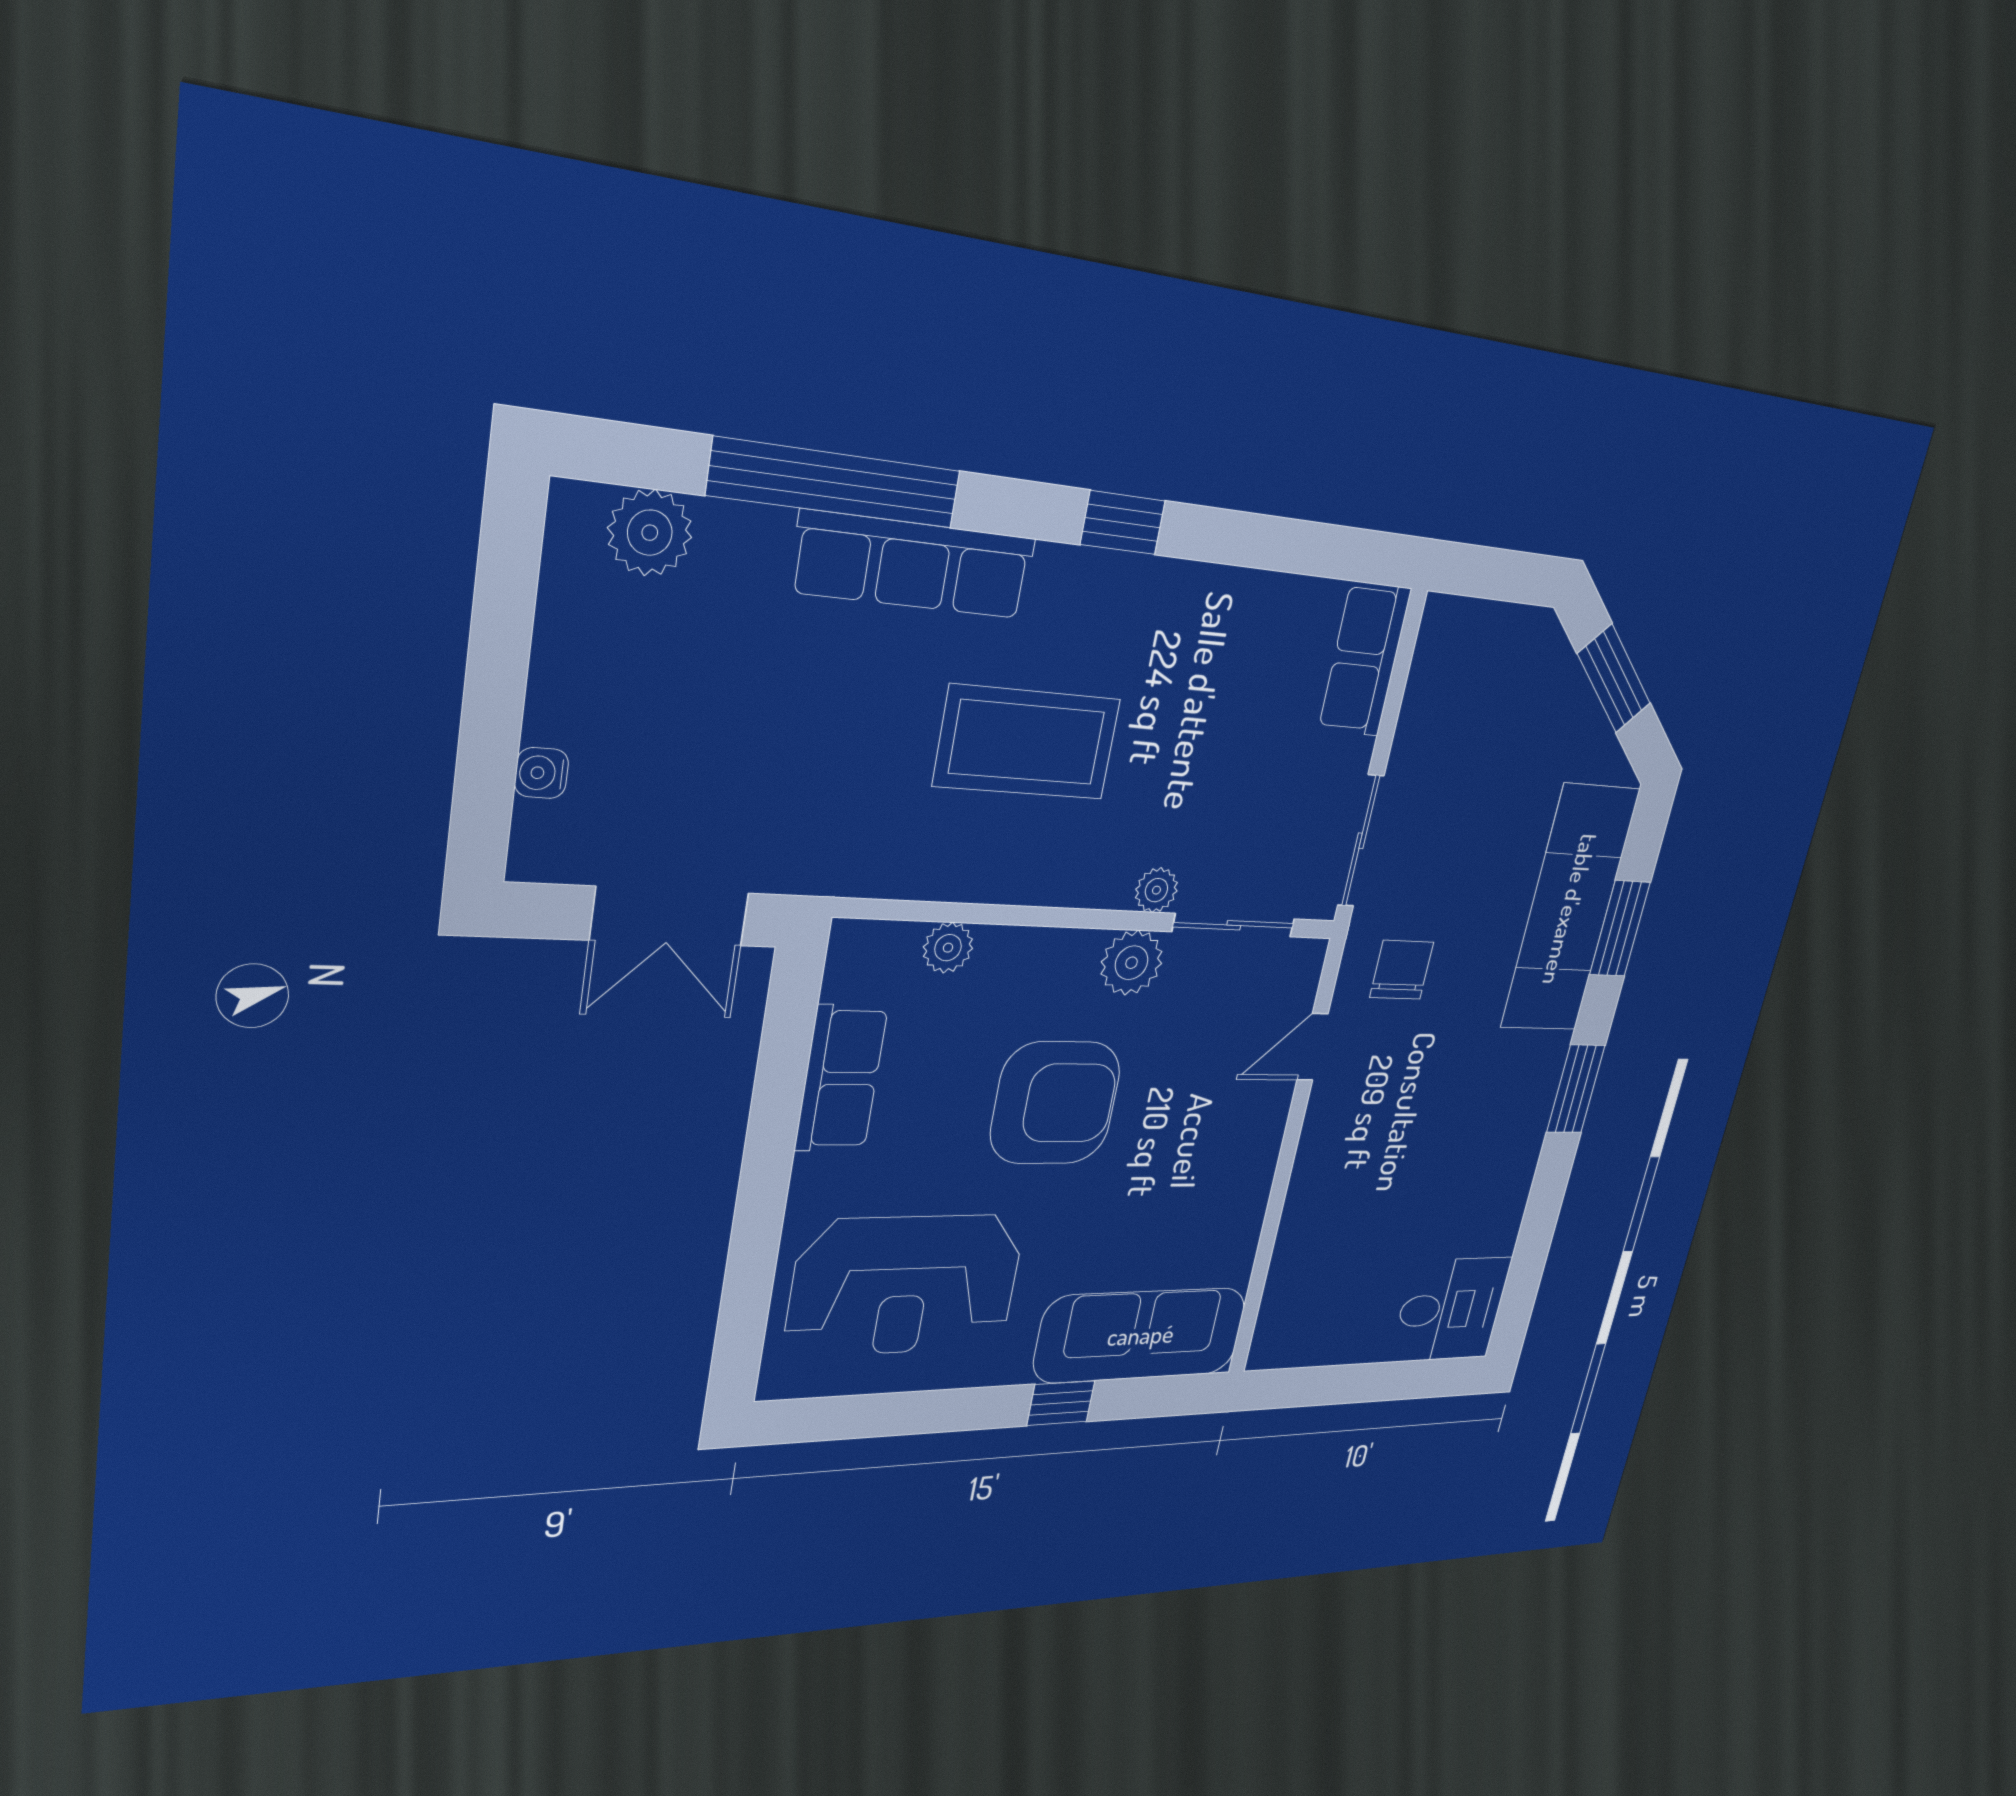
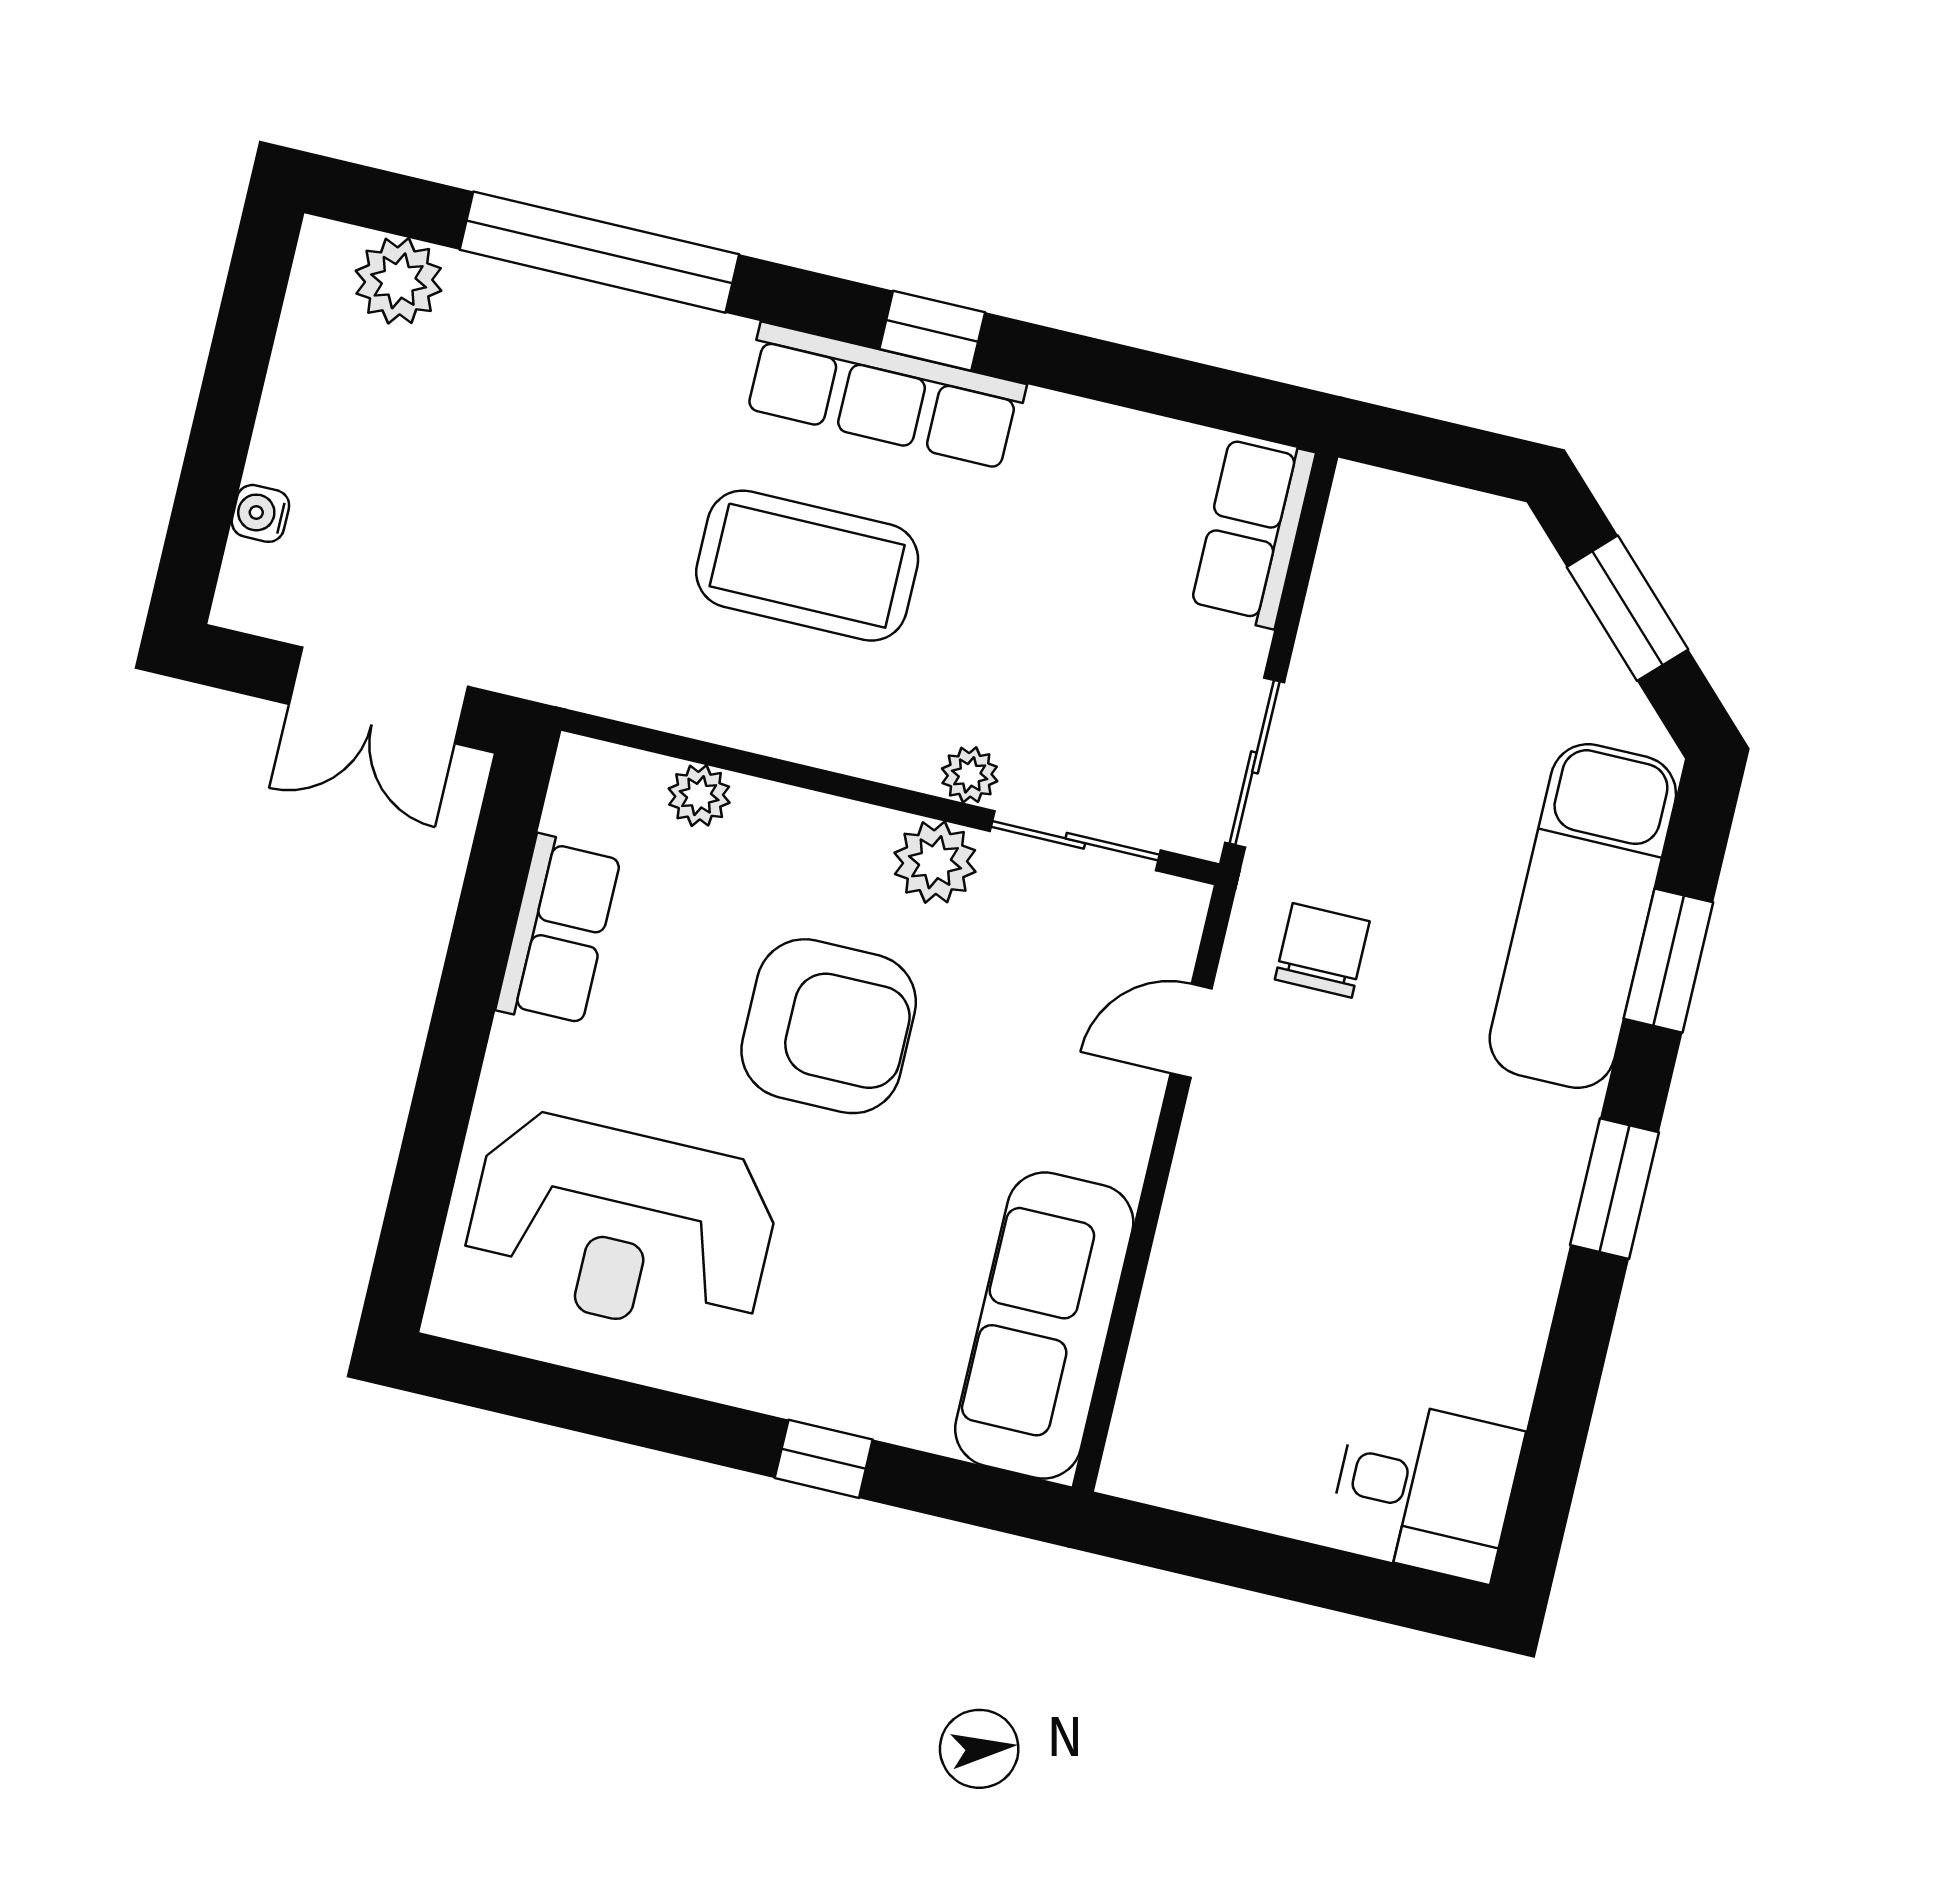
row of seats: (914, 565) -> (884, 396), moved
sofa: (1141, 1335) -> (1044, 1326), moved, turned -90

